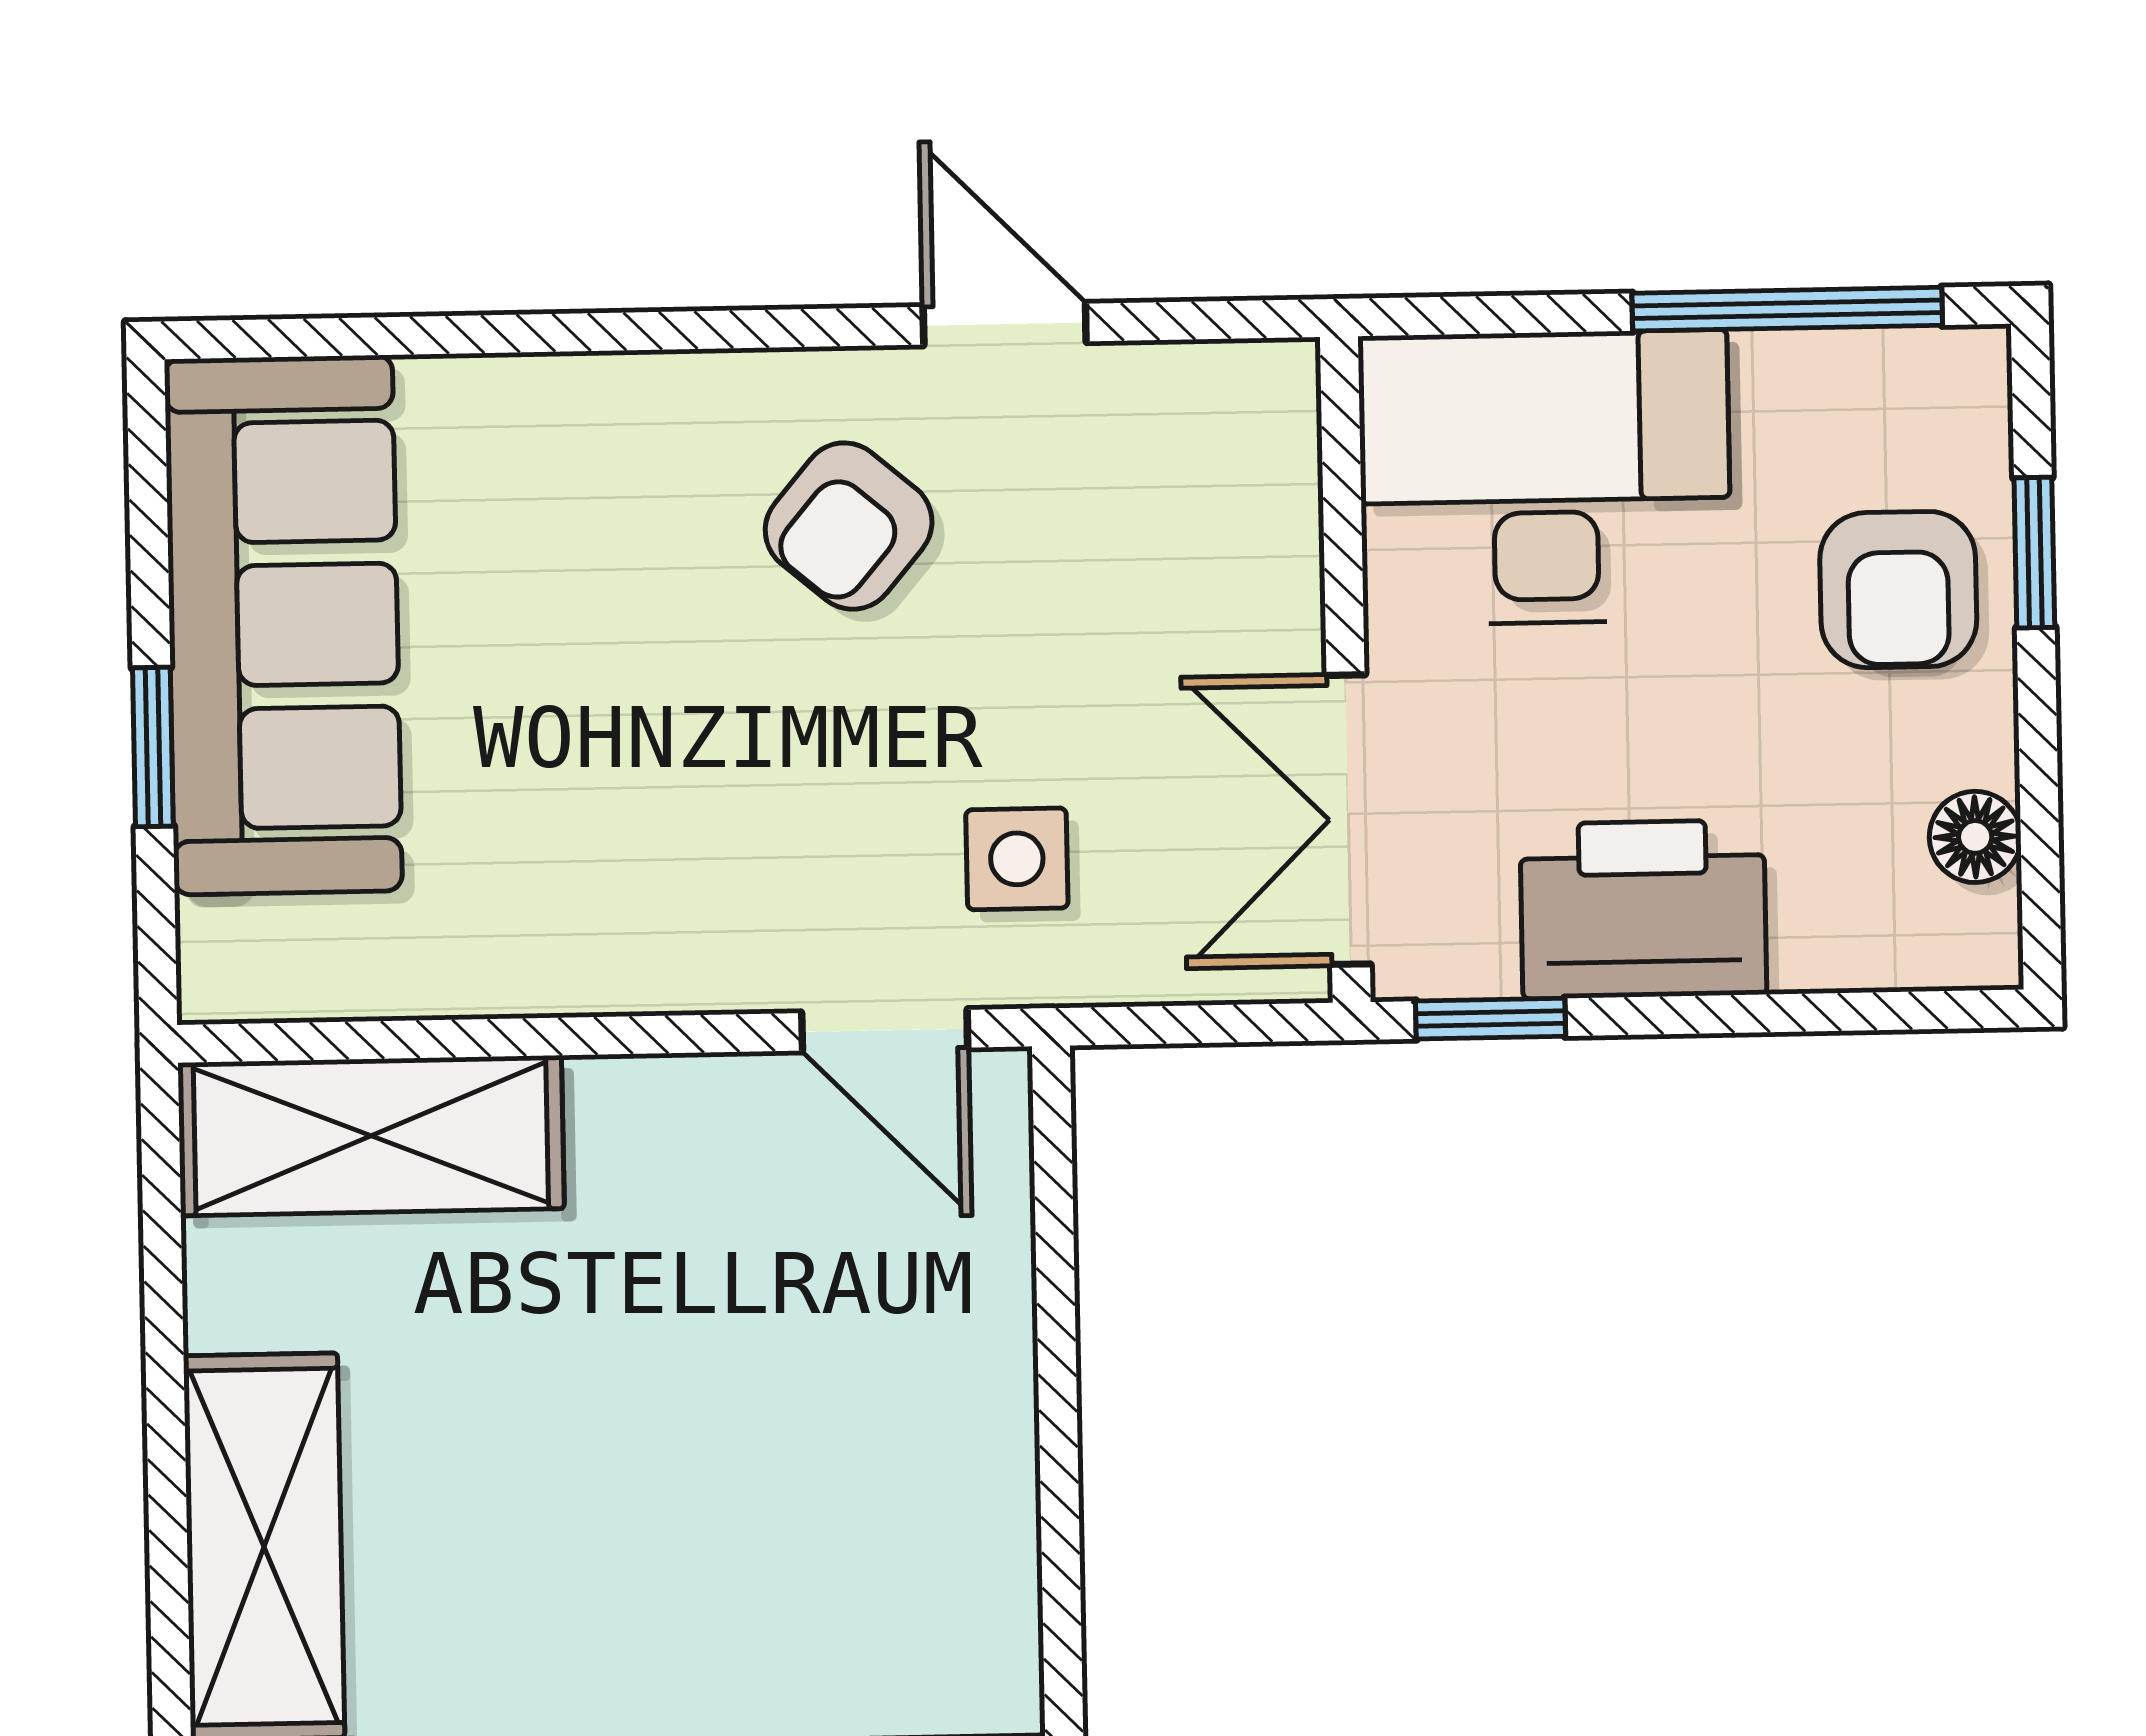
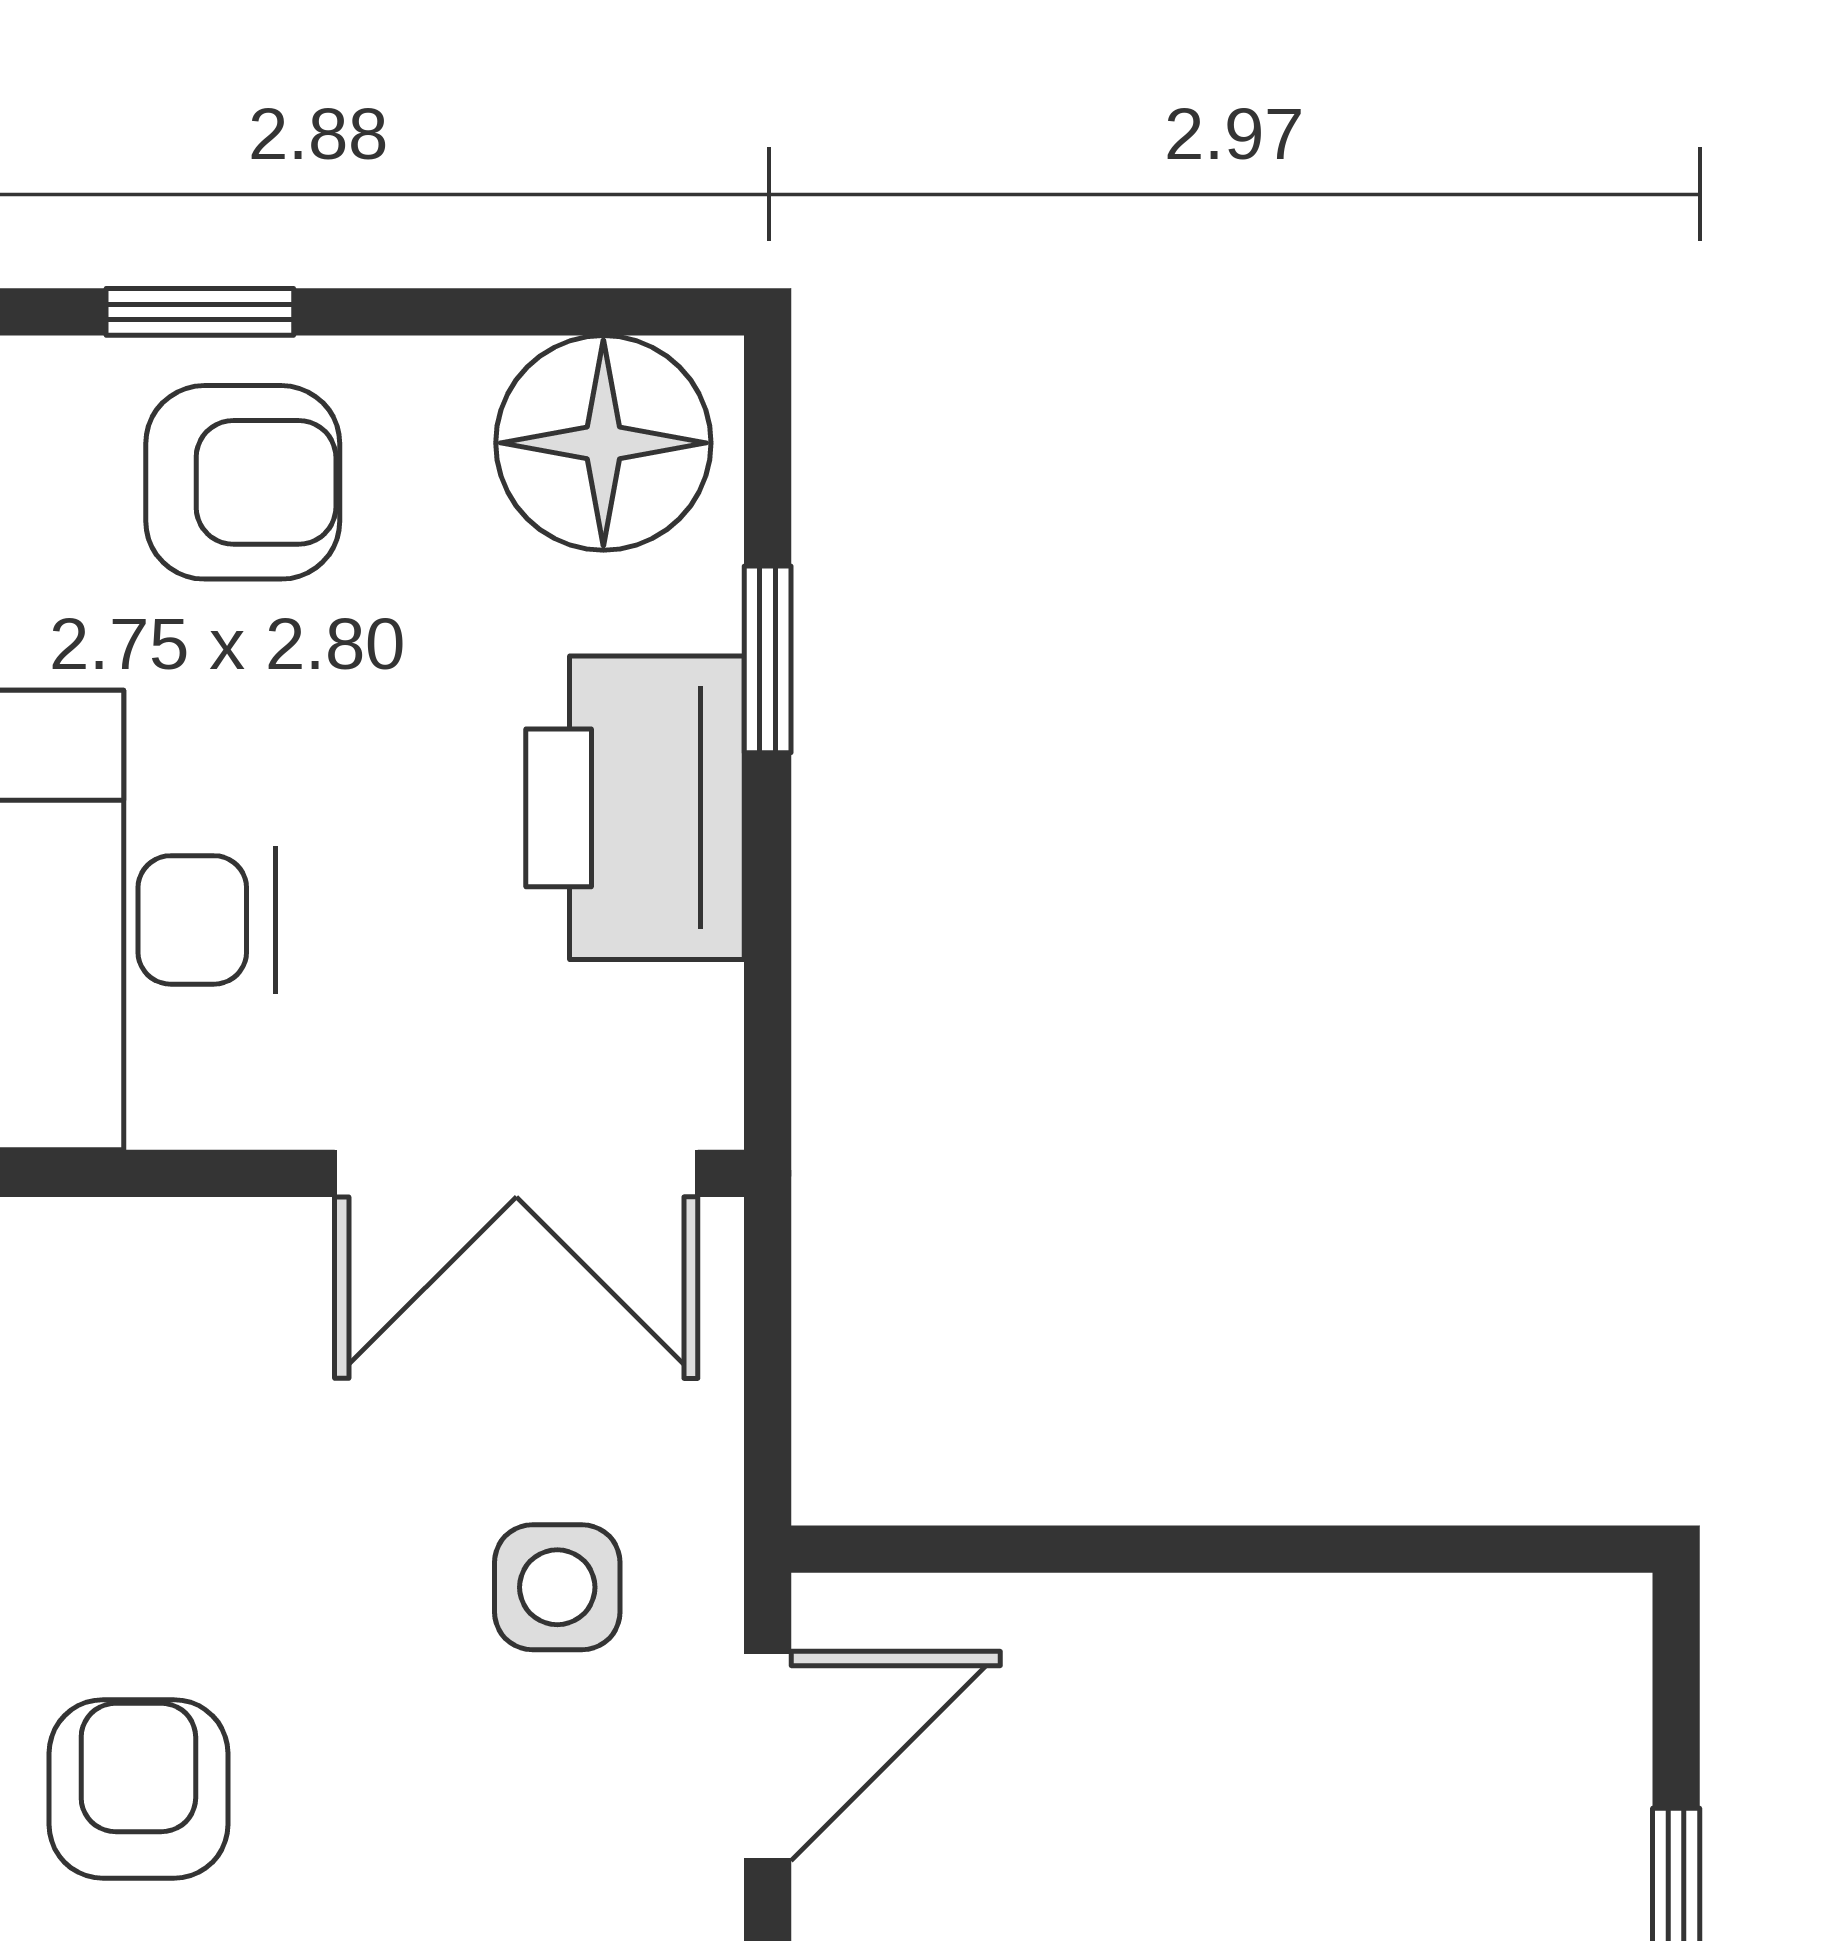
armchair: (849, 526) -> (138, 1789), turned -130
floor lamp: (1975, 837) -> (603, 443), width x1.89, depth x1.89
window: (1491, 1019) -> (768, 659), moved

